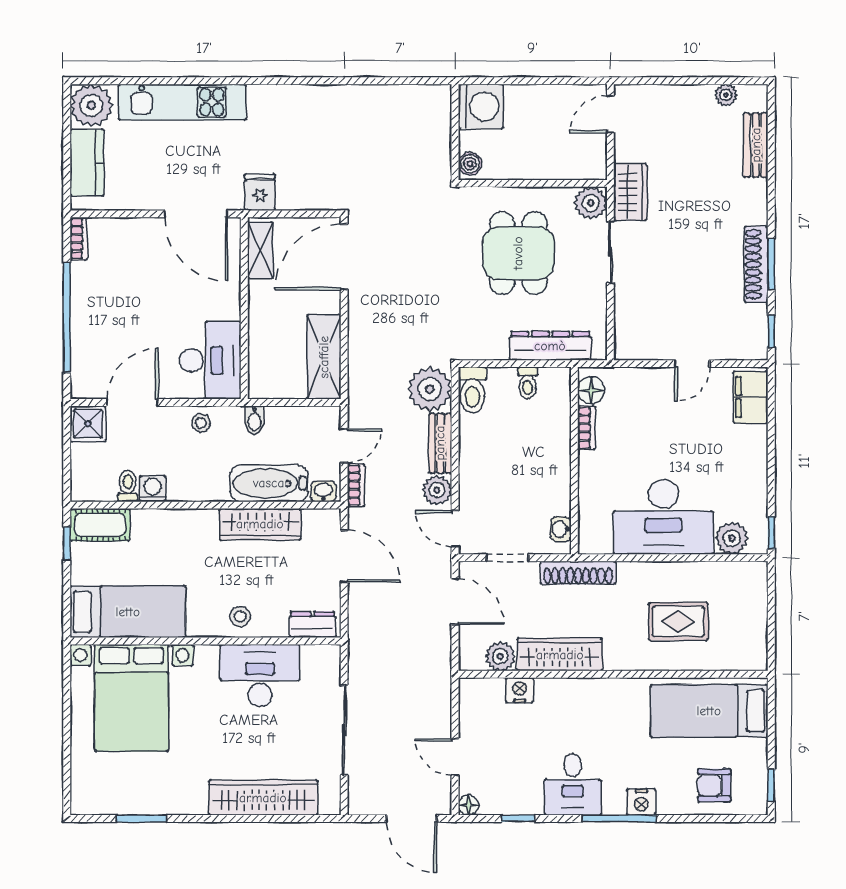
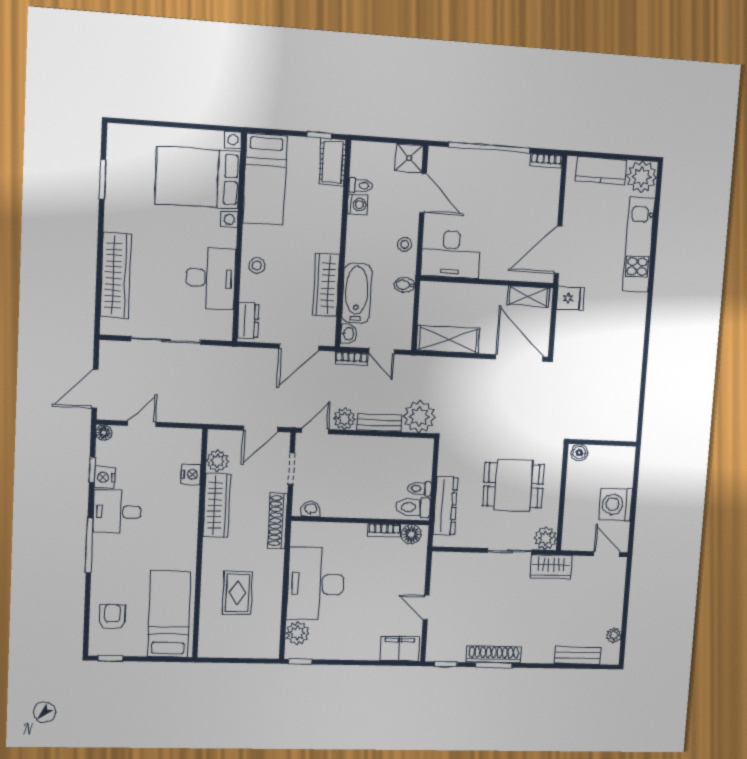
washing machine: (481, 106) -> (616, 504), moved, turned 90
toilet: (472, 390) -> (413, 507), moved
nightstand: (641, 802) -> (105, 477), moved

